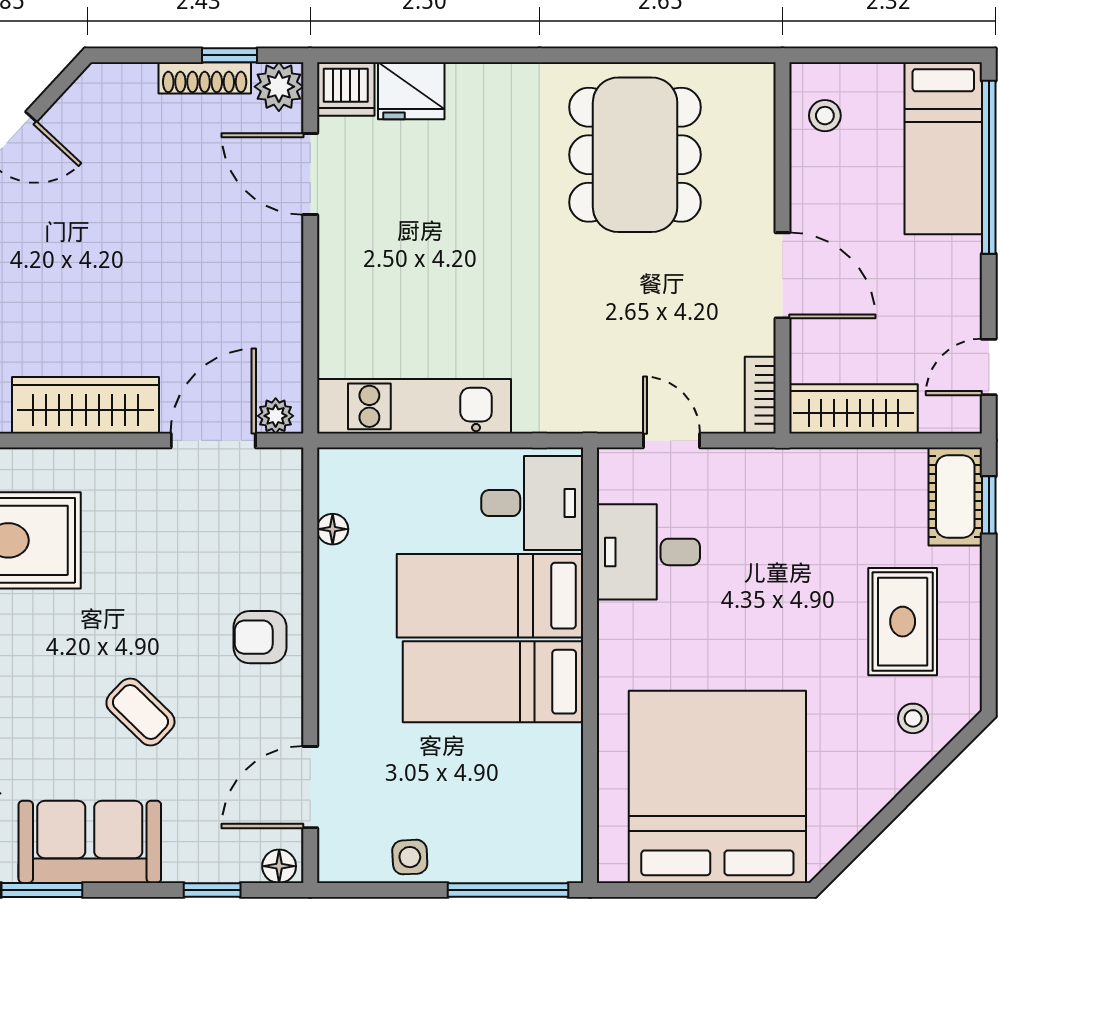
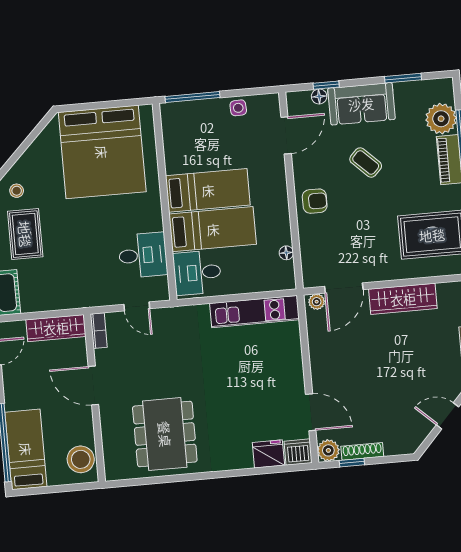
stool: (825, 116) -> (81, 459), width x1.89, depth x1.89
sofa: (90, 842) -> (361, 104), moved
floor lamp: (279, 866) -> (319, 96), moved

